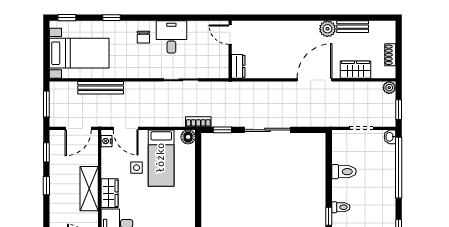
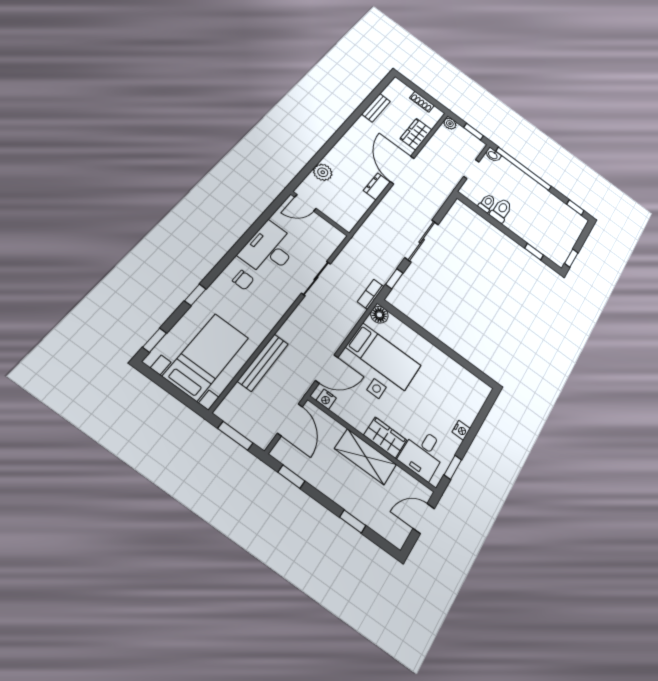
plant: (327, 29) -> (323, 172), moved
desk: (171, 37) -> (269, 249), width x1.37
dresser: (238, 66) -> (377, 186), moved, turned -90
window: (46, 186) -> (353, 521), moved
toilet: (341, 207) -> (487, 203), moved

